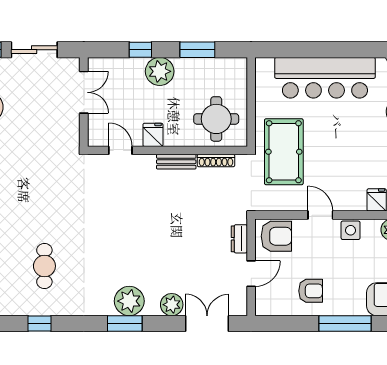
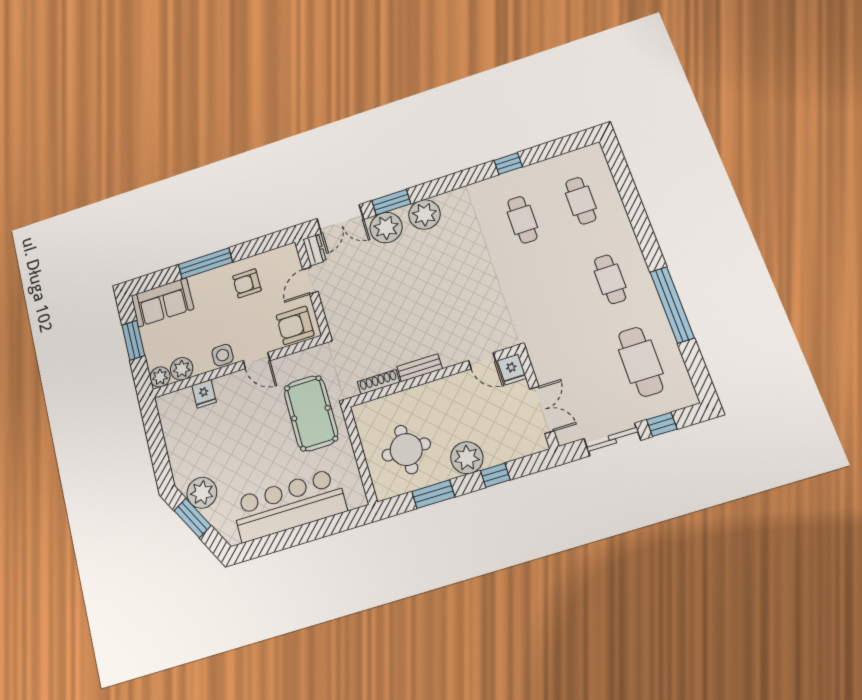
double door: (84, 92) -> (542, 410), swing flipped
round table: (216, 119) -> (406, 450), moved
fridge: (153, 135) -> (512, 369), moved
dresser: (239, 239) -> (314, 250), moved
plant: (172, 305) -> (386, 228), width x1.36, depth x1.36
window: (125, 323) -> (391, 202), moved

